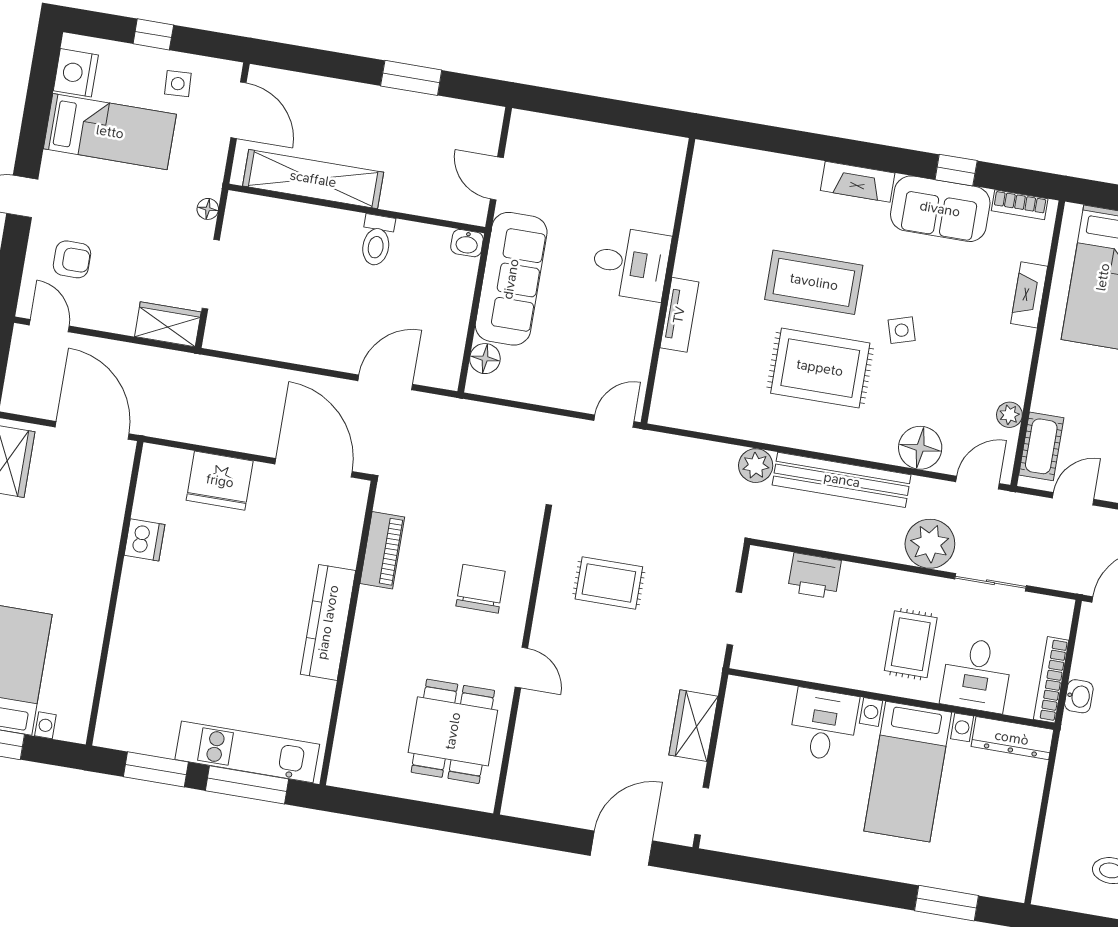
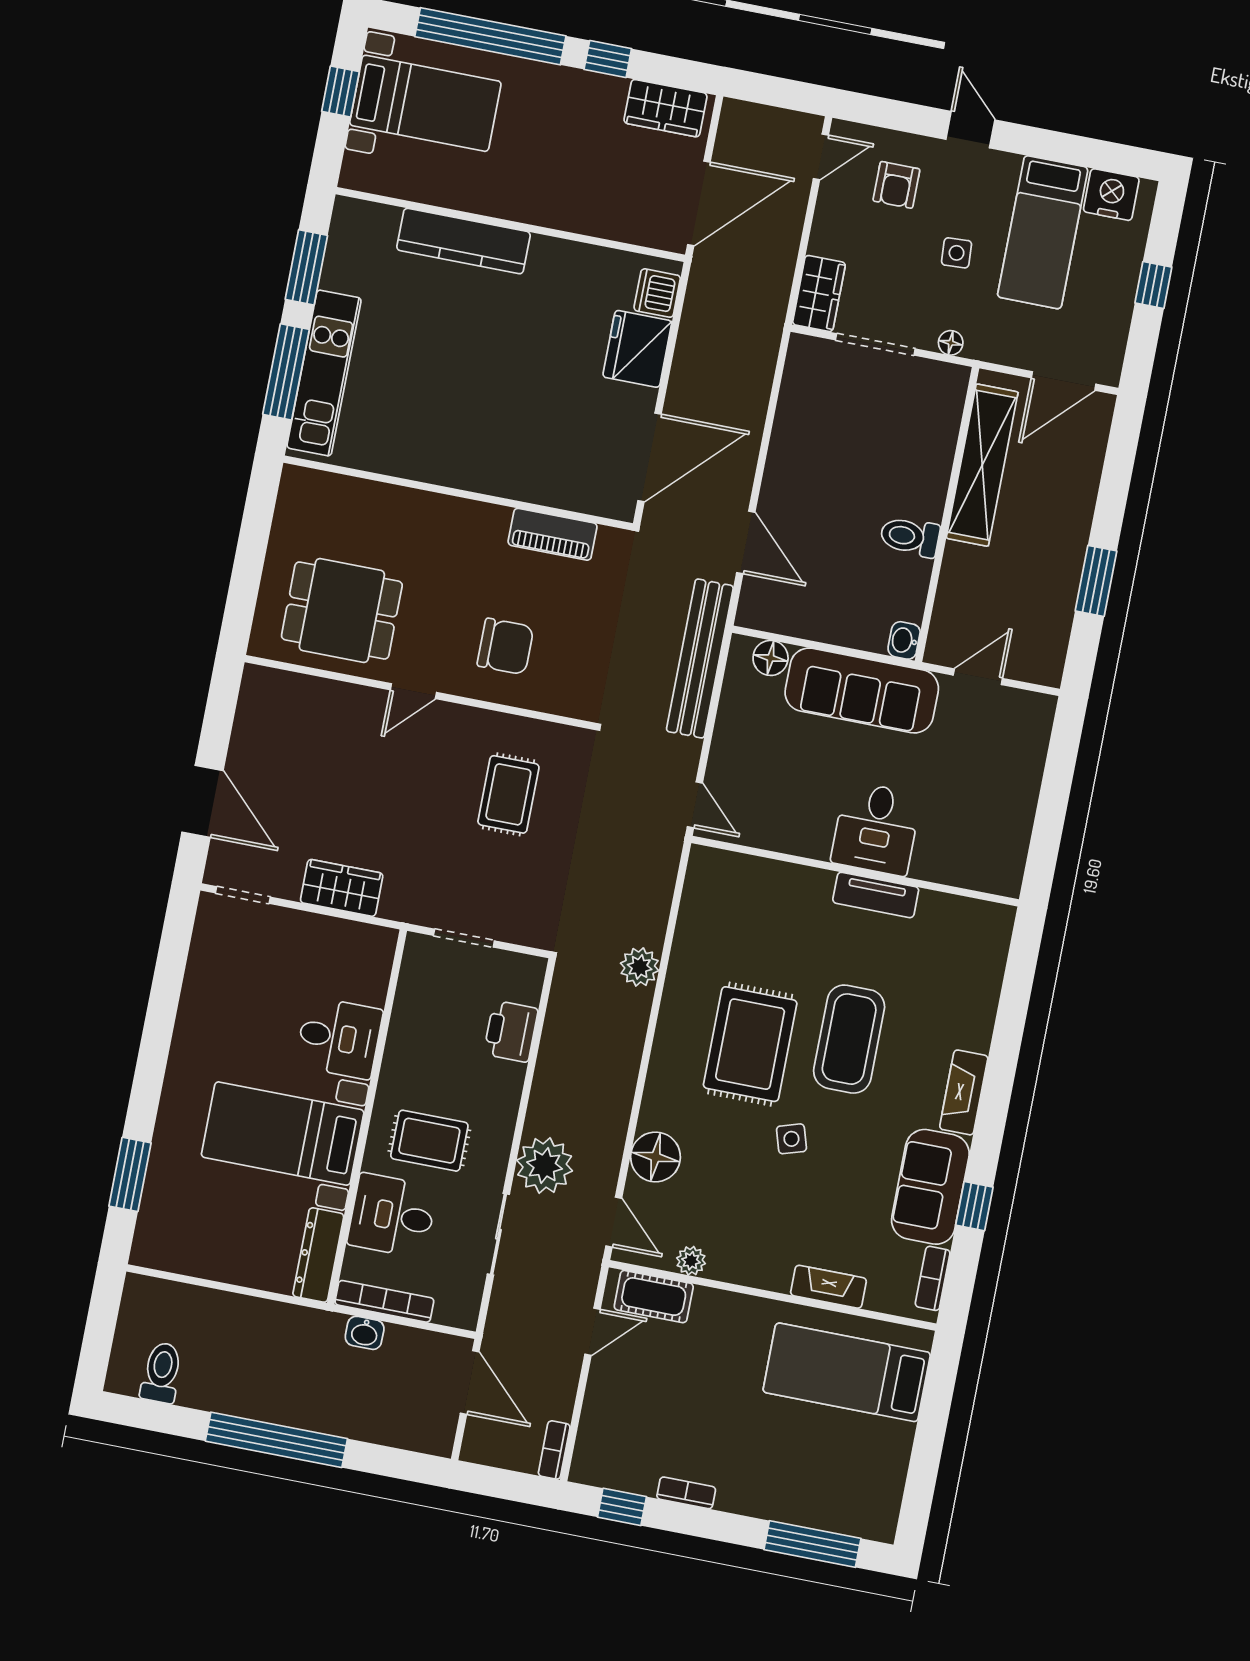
side table: (178, 84) -> (957, 253), moved
tv unit: (679, 315) -> (876, 895), moved
bench: (842, 480) -> (700, 659), moved
door: (1073, 499) -> (592, 1332), hinge flipped
dishwasher: (144, 540) -> (657, 293), moved, turned 90
kitchen counter: (328, 622) -> (463, 241), moved, turned 180

